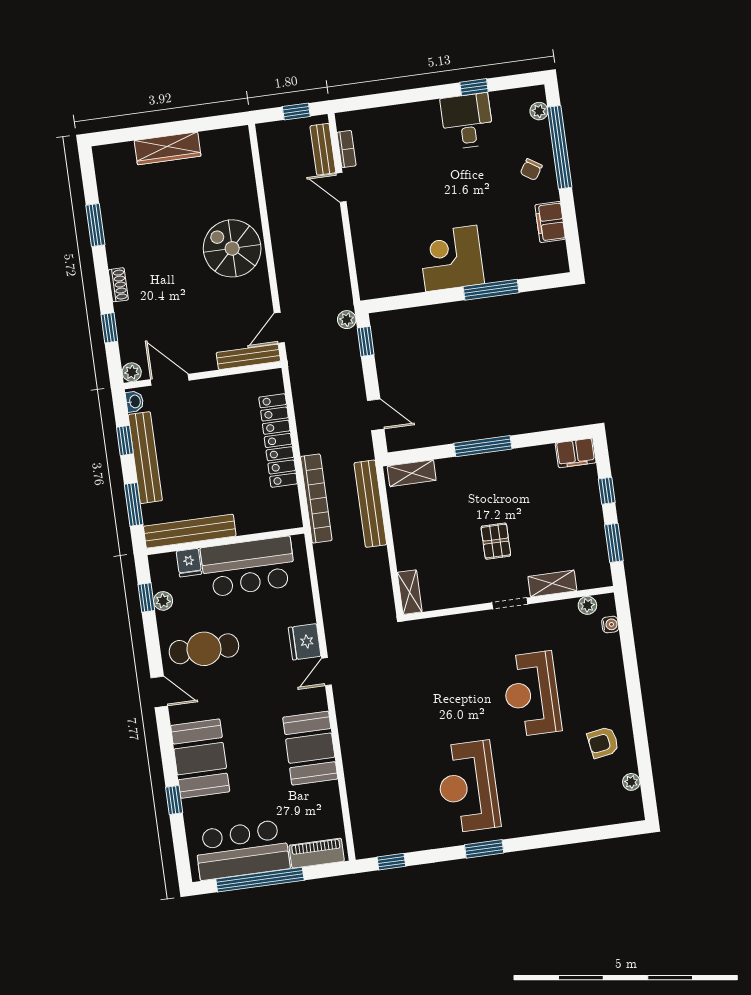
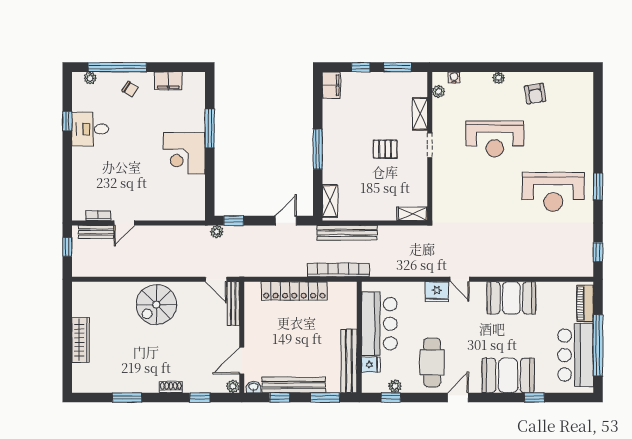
plant: (631, 782) -> (499, 78), moved

